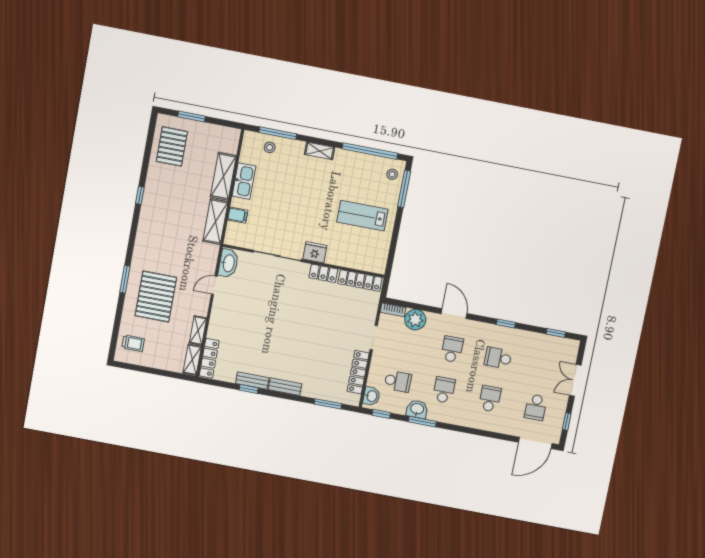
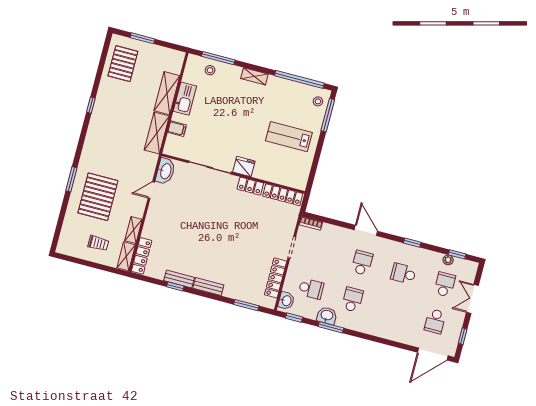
plant: (415, 320) -> (448, 260), moved, width x0.53, depth x0.53
trolley: (133, 343) -> (98, 243), moved
school desk: (490, 399) -> (445, 284), moved

